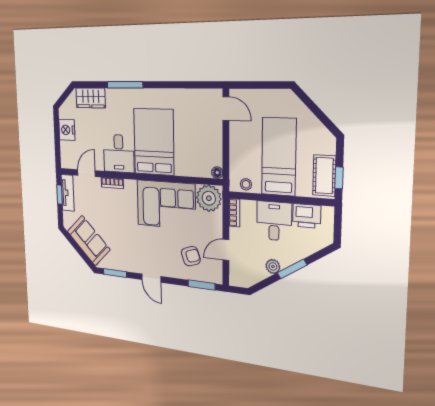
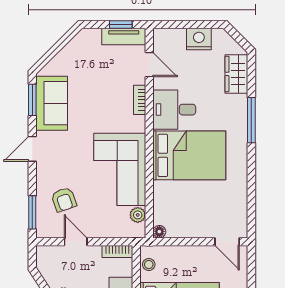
door: (226, 109) -> (227, 242), hinge flipped
plant: (209, 198) -> (138, 215), width x0.53, depth x0.53
sofa: (89, 241) -> (52, 103), moved, turned -45

